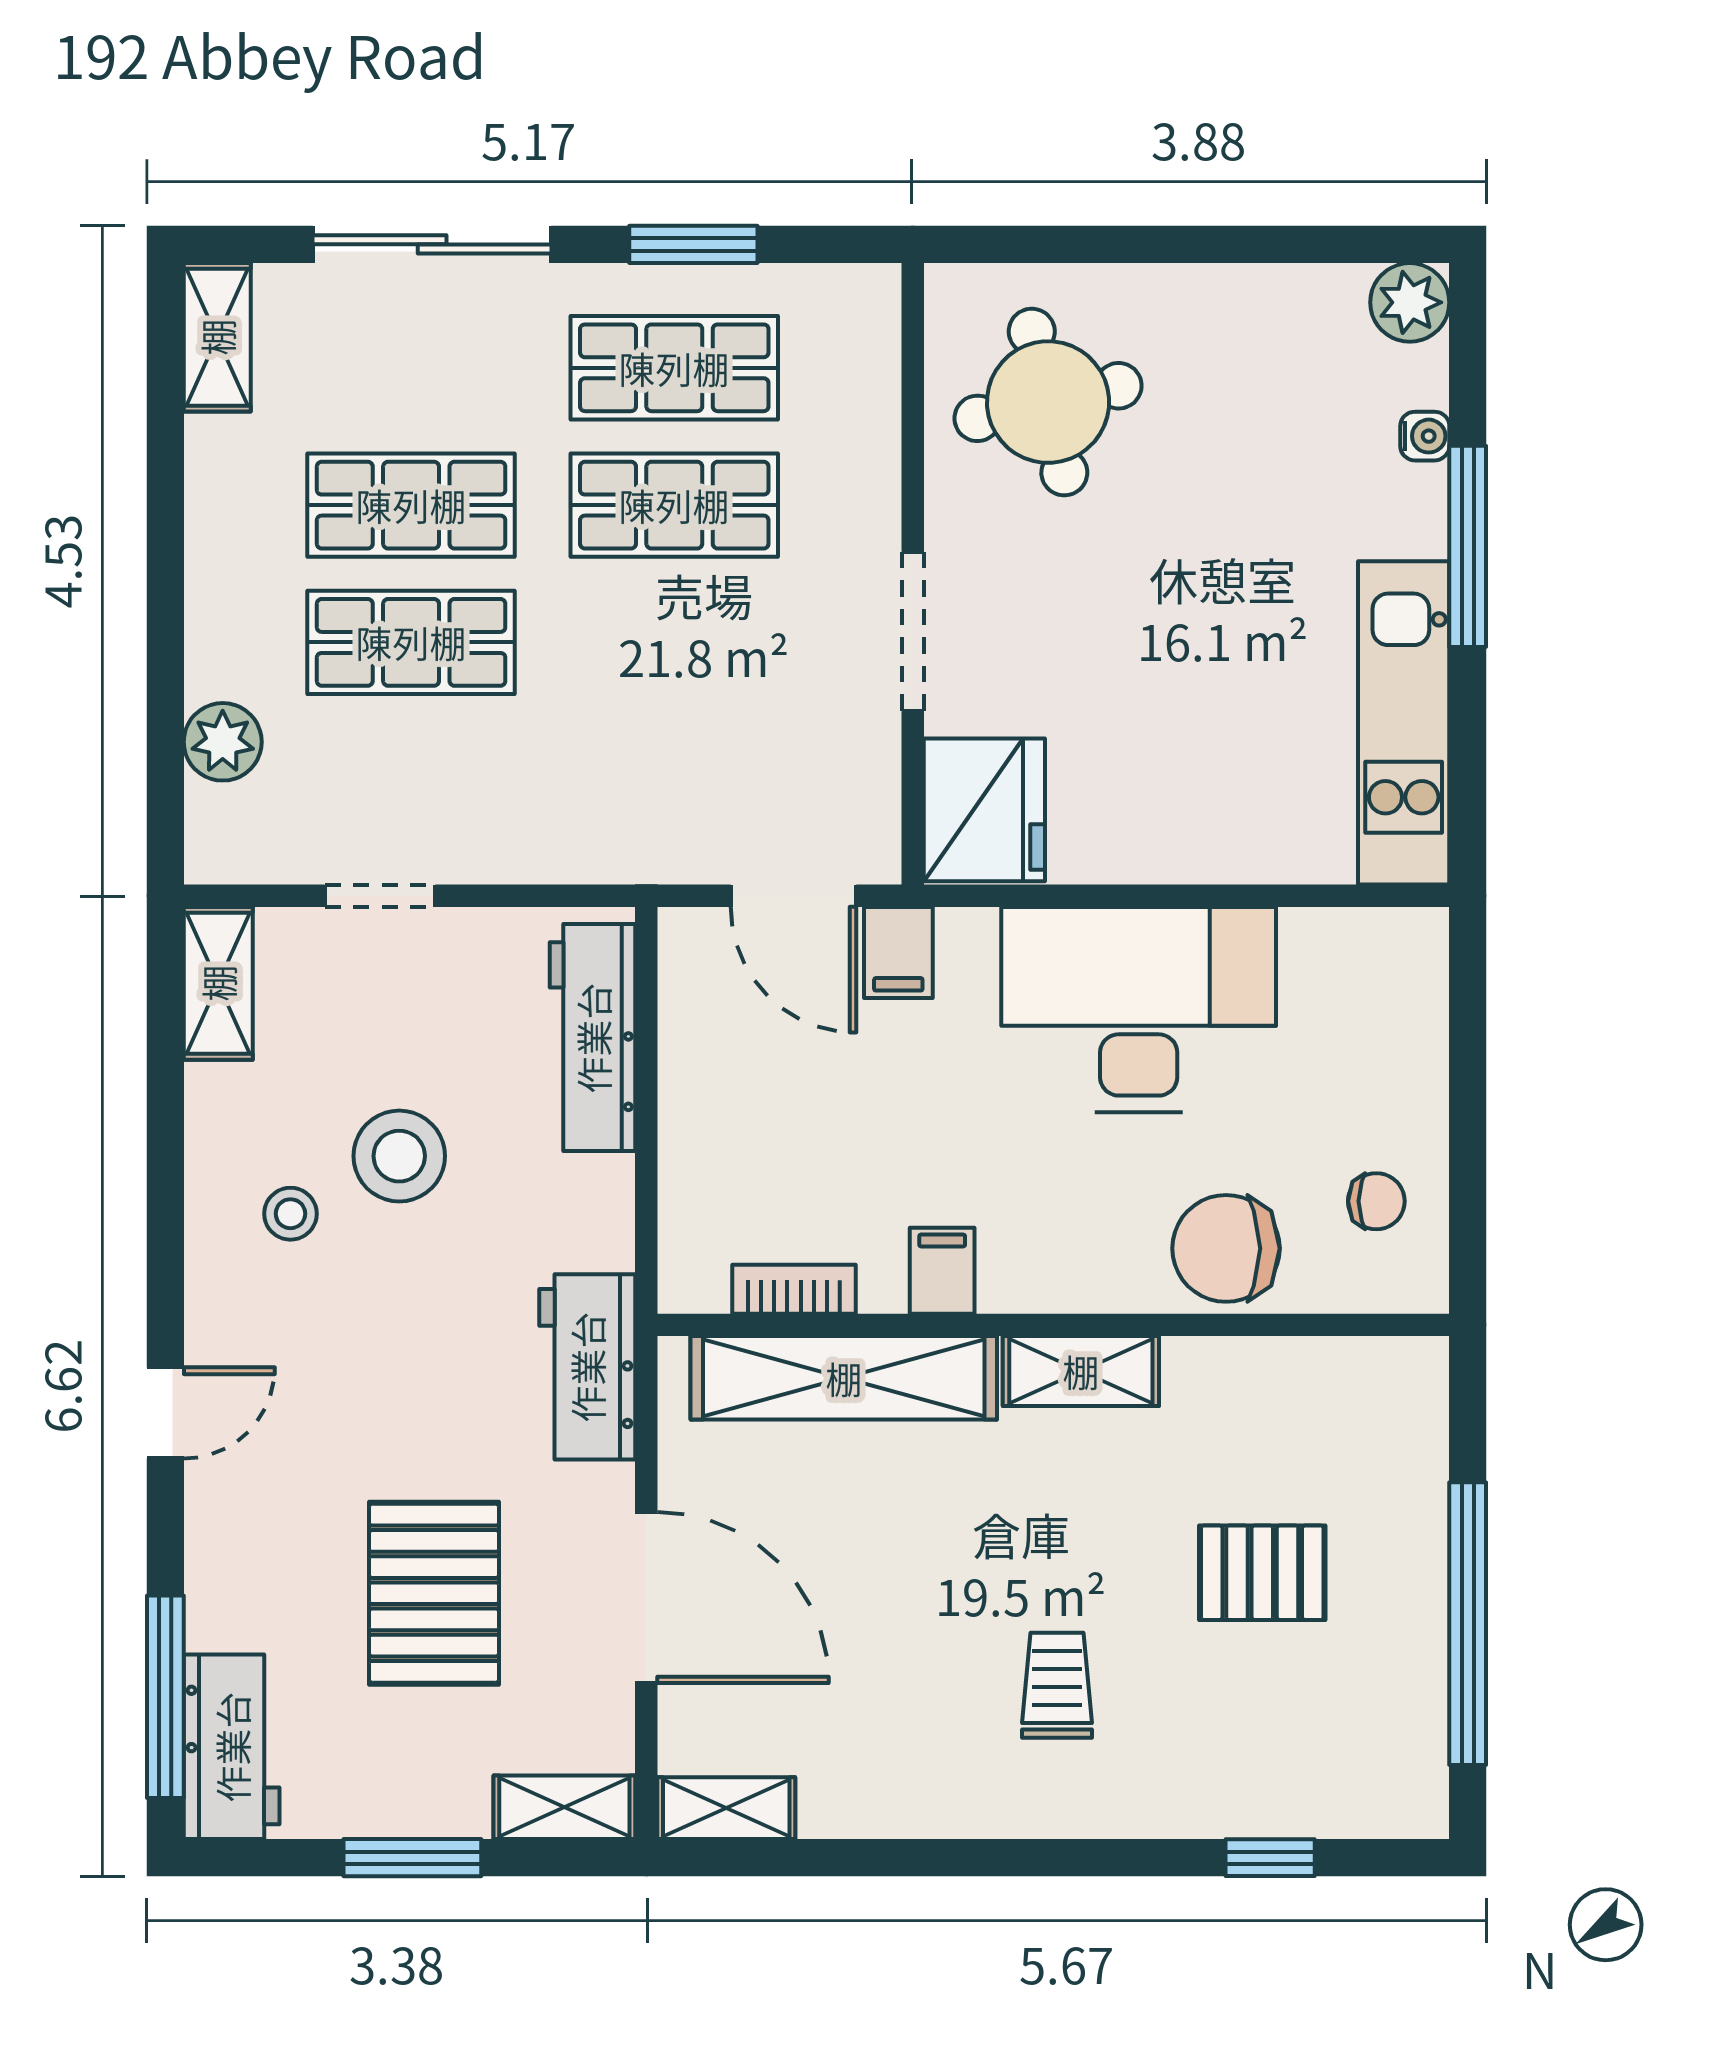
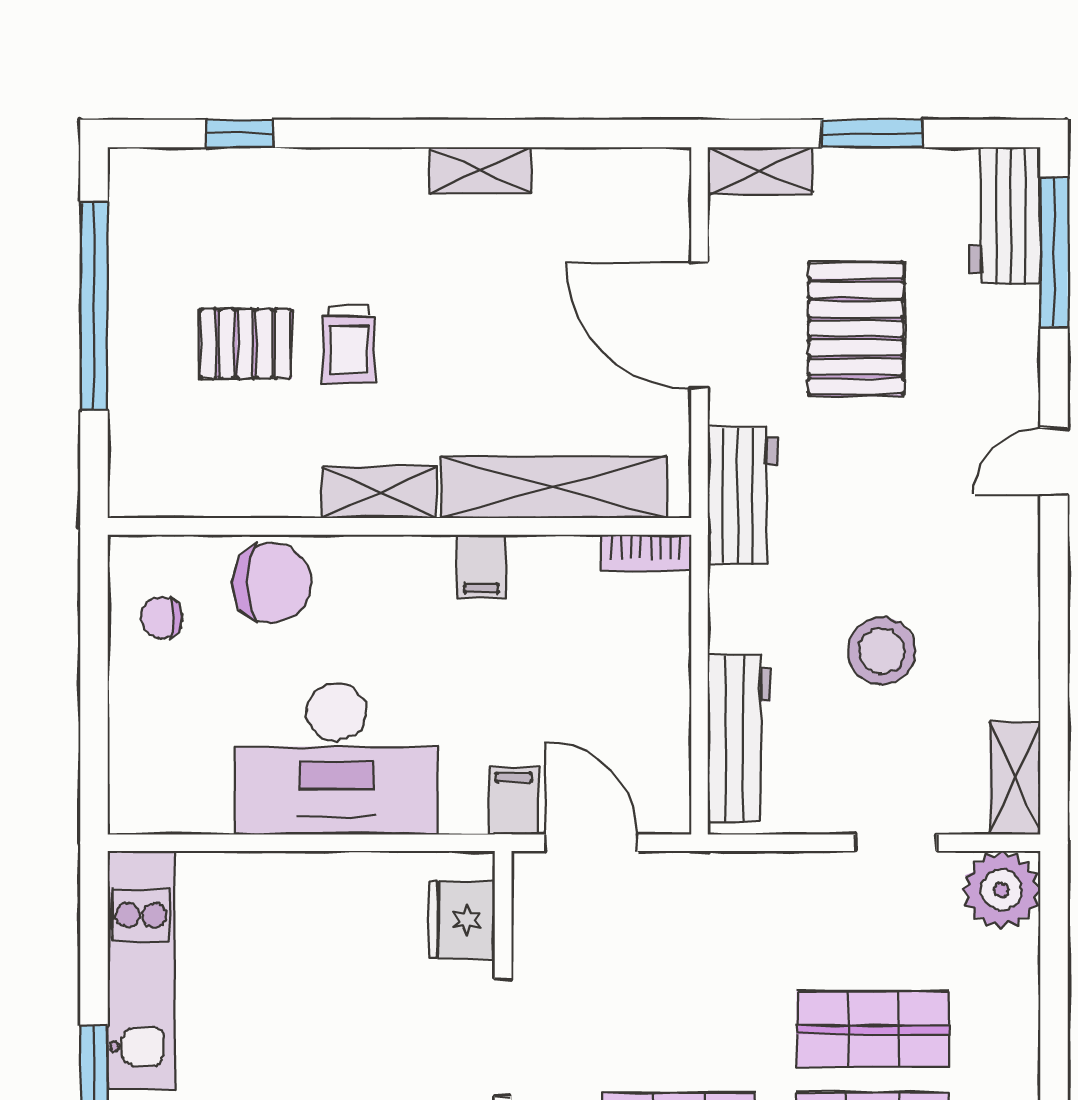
plant: (223, 742) -> (1001, 890), moved, width x1.36, depth x1.36
fridge: (984, 810) -> (462, 920), width x0.73, depth x0.75
stool: (290, 1214) -> (962, 608), removed
bookcase: (794, 1289) -> (646, 553), moved
trolley: (1057, 1685) -> (349, 344), moved
shelving: (726, 1808) -> (481, 170), moved

